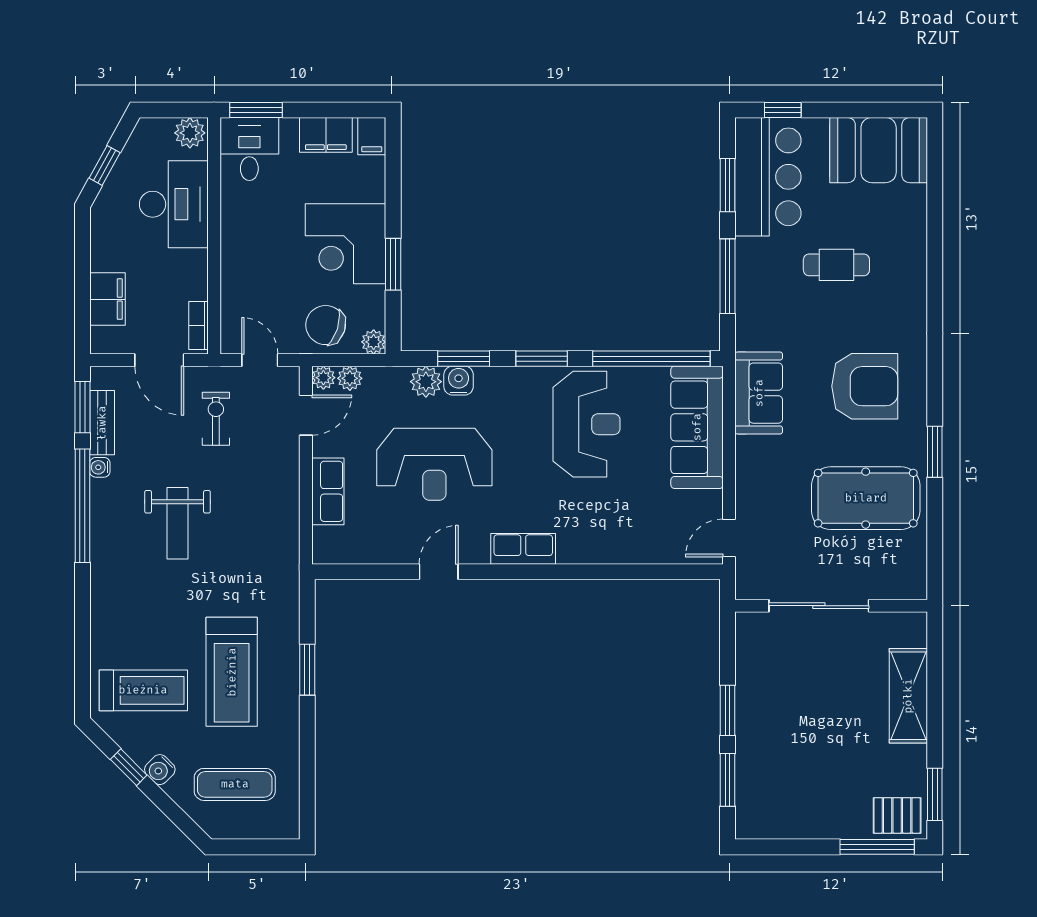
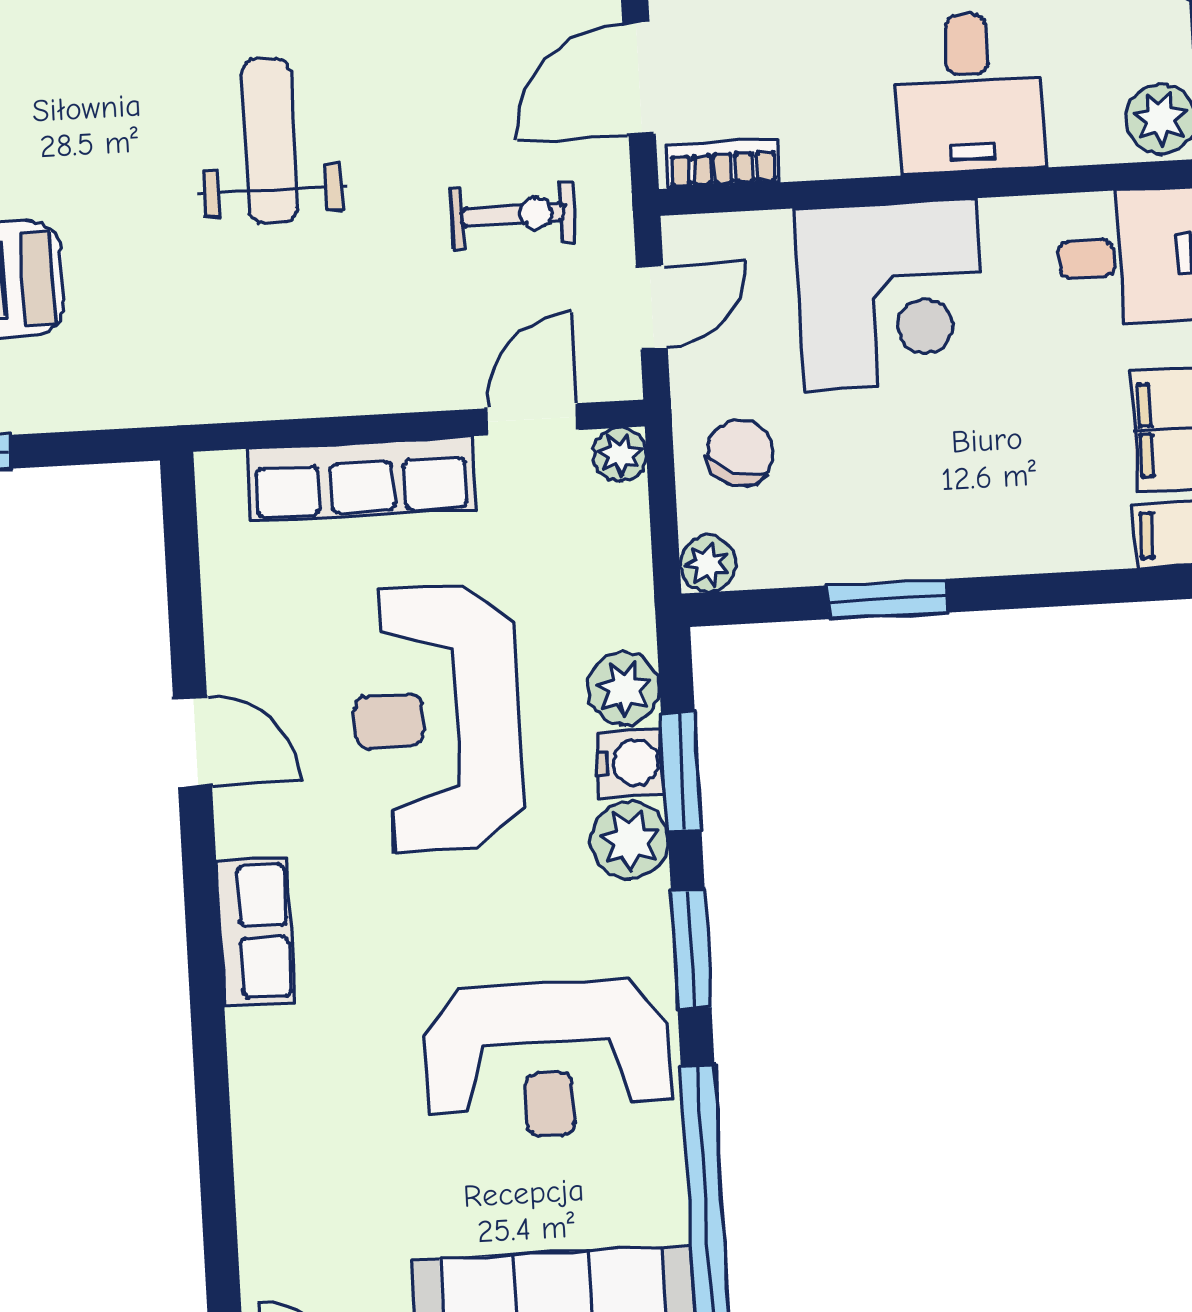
desk: (174, 204) -> (969, 93), width x0.73
corner desk: (346, 244) -> (891, 295), moved, turned 180
chair: (326, 325) -> (740, 453), width x0.73, depth x0.73
plant: (350, 378) -> (630, 840), moved, width x1.38, depth x1.38
door: (306, 415) -> (533, 419), swing flipped
row of seats: (328, 491) -> (361, 479), width x1.48
weight bench: (178, 523) -> (270, 141), turned 90

